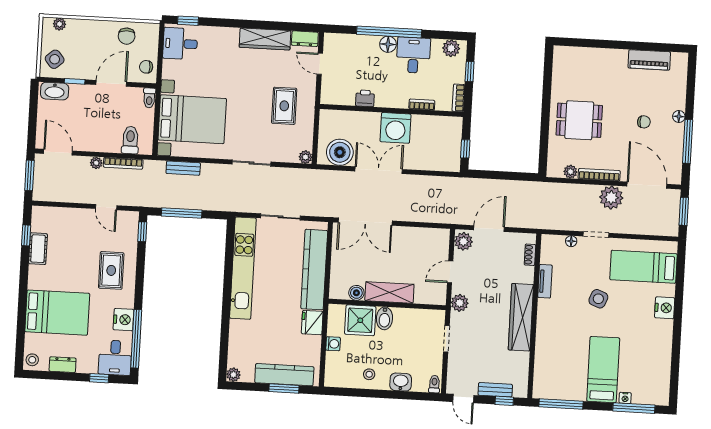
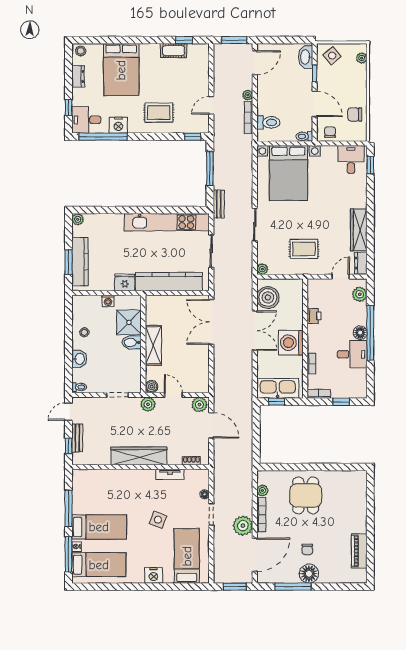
plant: (451, 48) -> (360, 294), moved
floor lamp: (679, 117) -> (309, 574), width x1.89, depth x1.89
kitchen sink: (449, 147) -> (278, 388), added
bench: (183, 168) -> (219, 204), moved
boiler: (356, 293) -> (152, 387), moved
bed: (648, 372) -> (99, 565), added
window: (561, 404) -> (69, 509), moved

